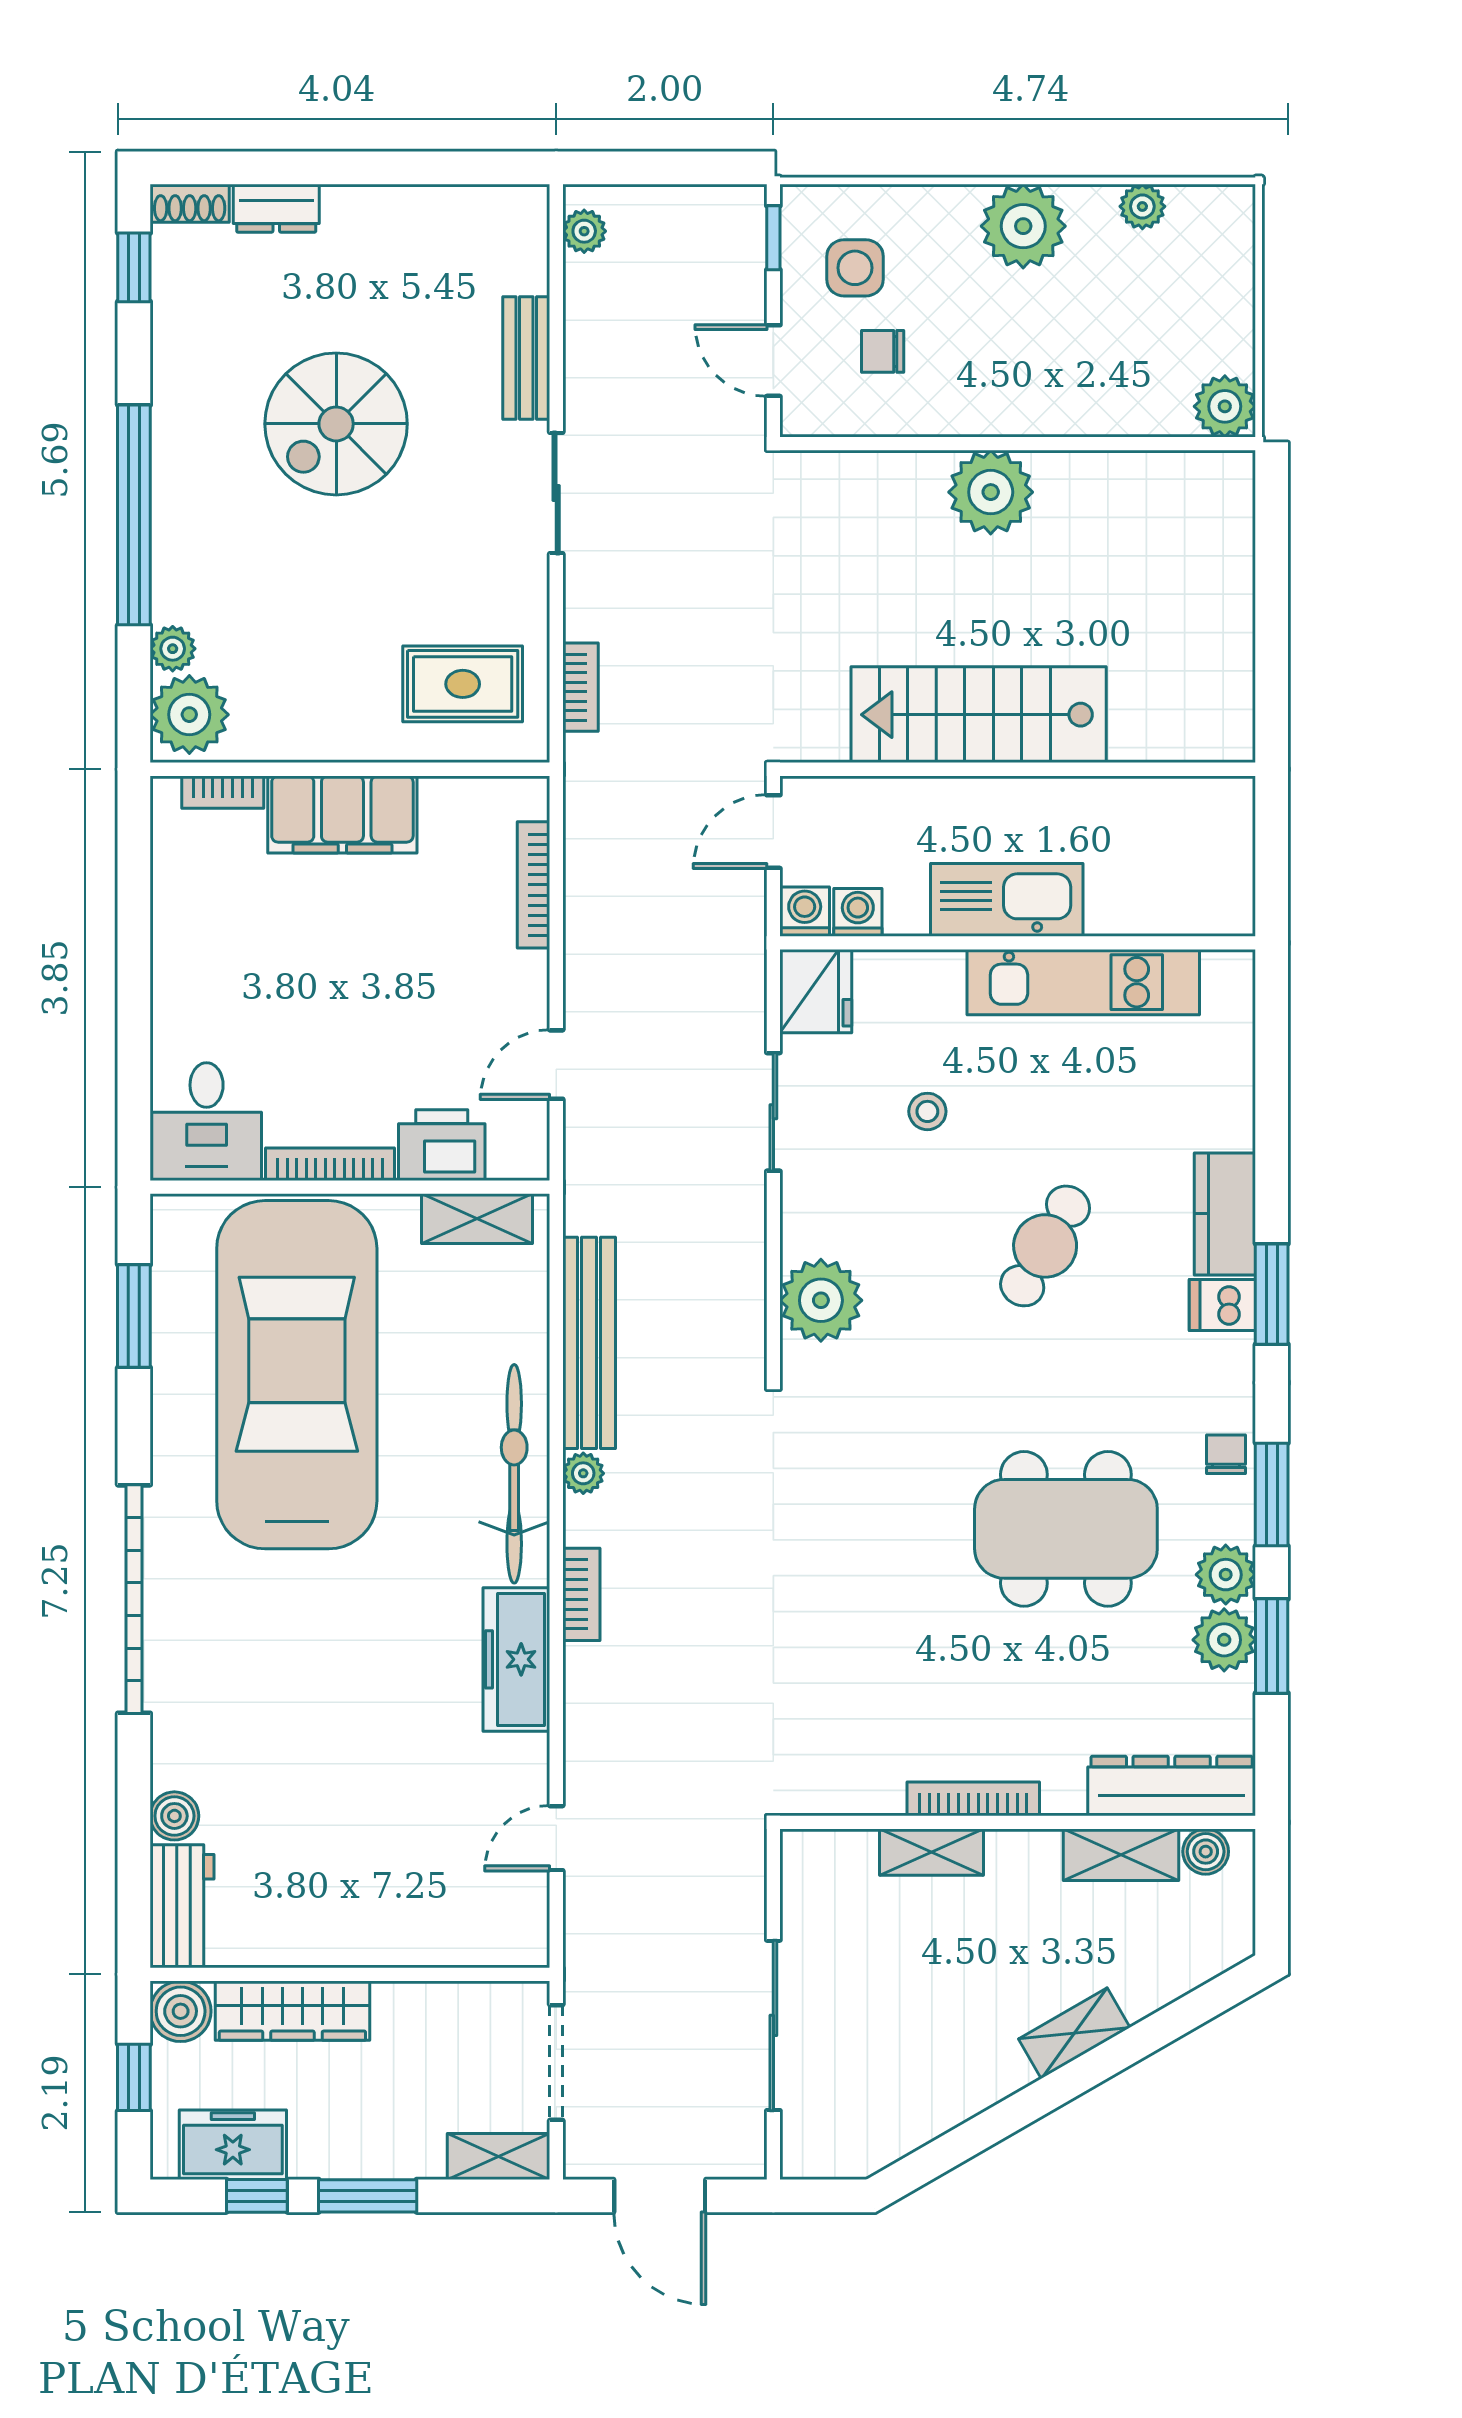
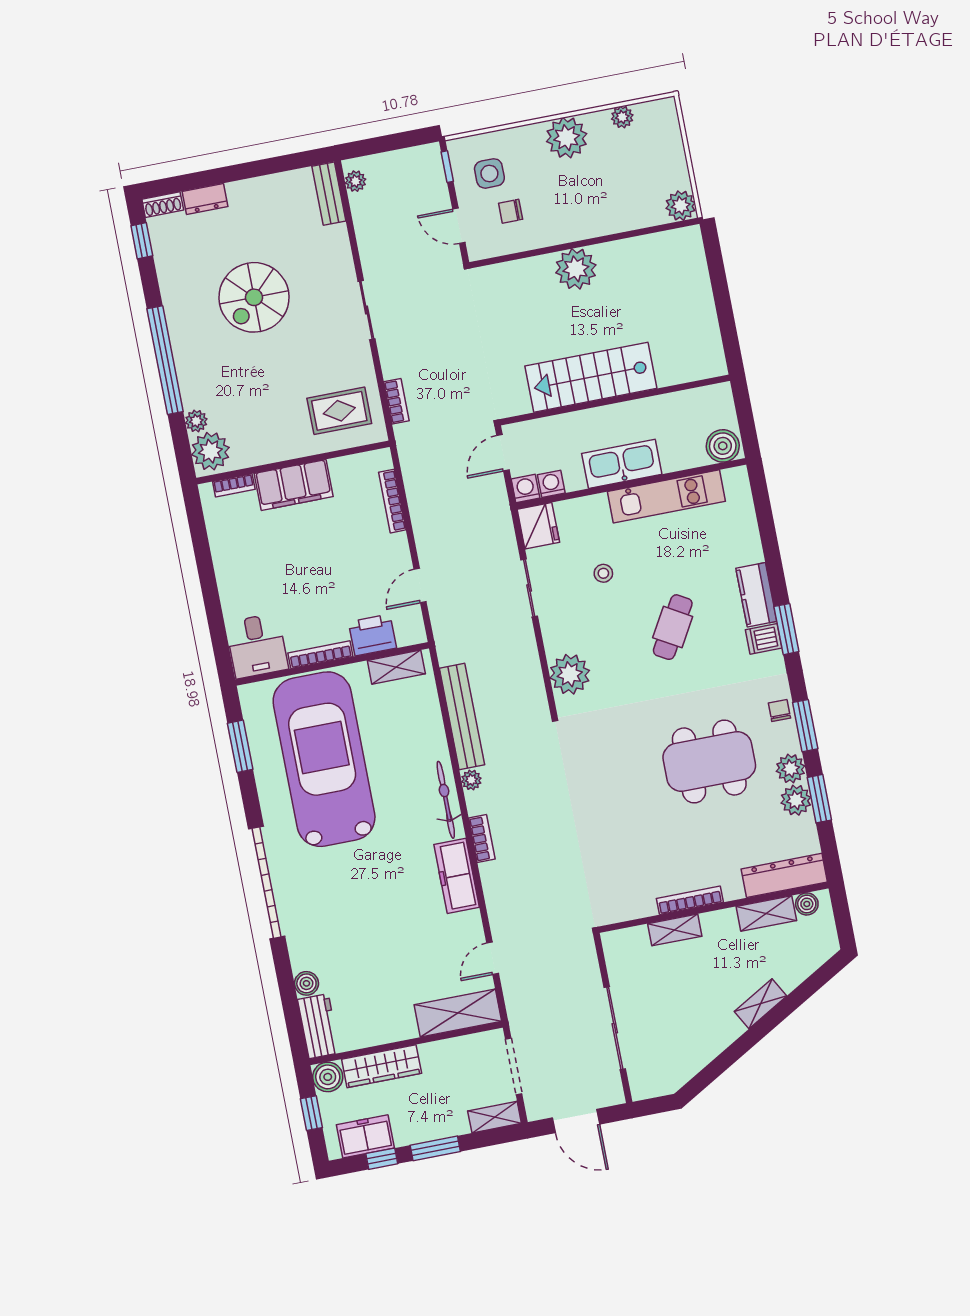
bench: (526, 358) -> (329, 194), moved
boiler: (1216, 903) -> (723, 446), added
bicycle: (514, 1474) -> (446, 800), width x0.73, depth x0.71
shelving: (465, 1934) -> (458, 1013), added

